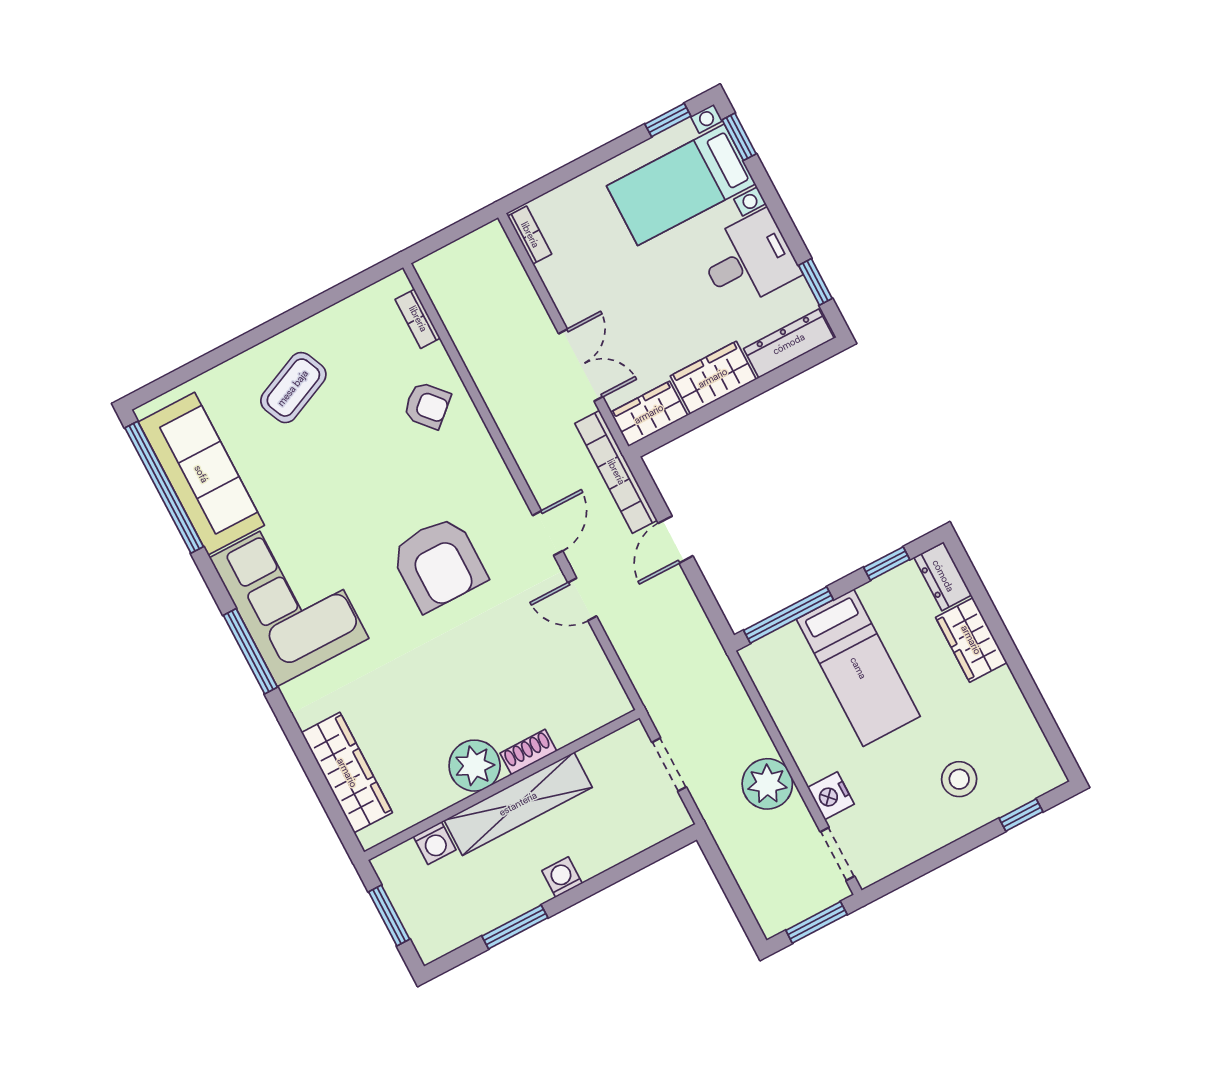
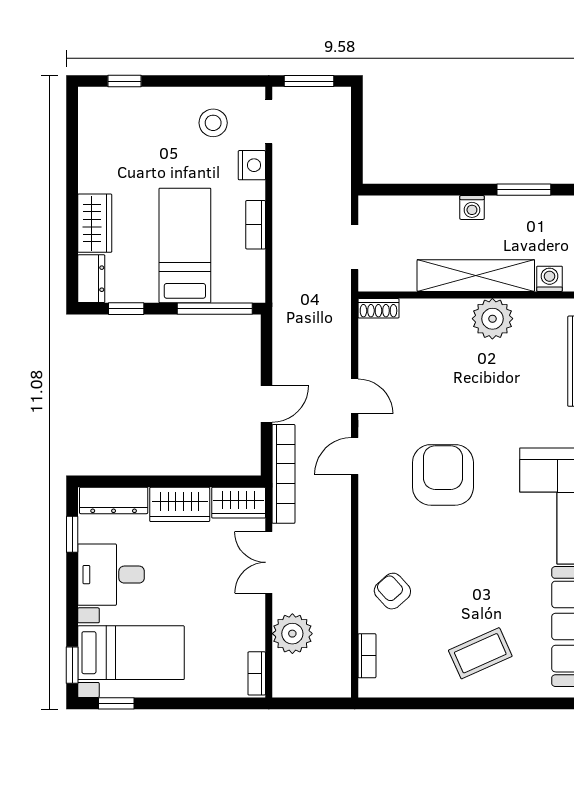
bookcase: (792, 732) -> (256, 225), added
shoe rack: (528, 752) -> (378, 308), moved
stool: (959, 779) -> (213, 123), moved
plant: (767, 784) -> (292, 634), moved

